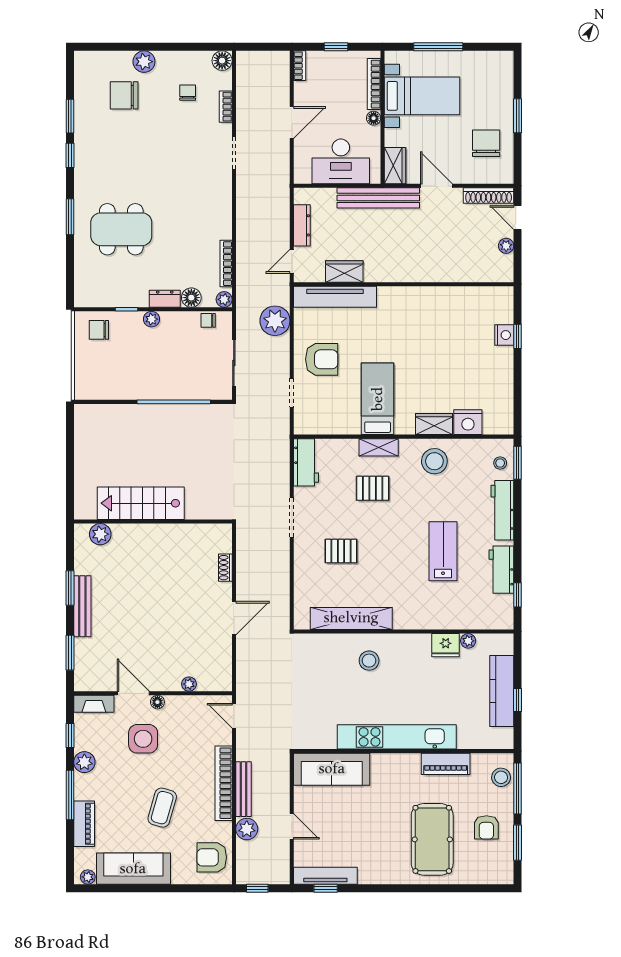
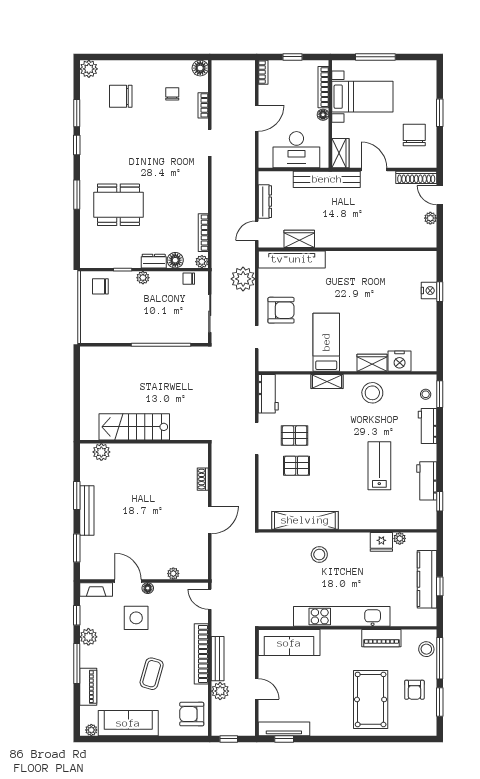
plant: (144, 62) -> (89, 69), moved
pallet: (373, 488) -> (295, 436), moved
workbench: (502, 510) -> (428, 426), width x0.73

